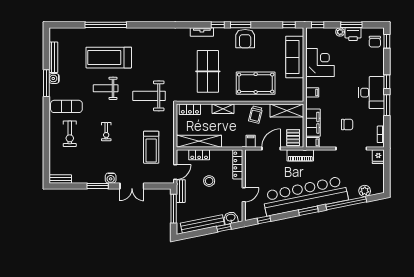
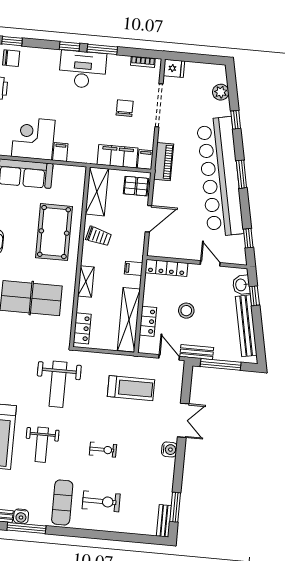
filing cabinet: (312, 92) -> (60, 152), moved
filing cabinet: (251, 141) -> (134, 268), moved
door: (271, 148) -> (148, 219), swing flipped
piano: (300, 155) -> (164, 162), moved
window: (98, 186) -> (175, 507), moved
window: (346, 203) -> (236, 120), width x0.32

